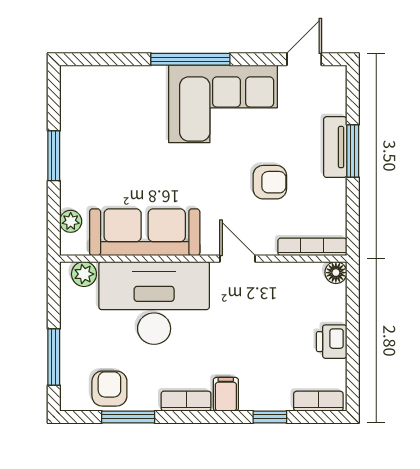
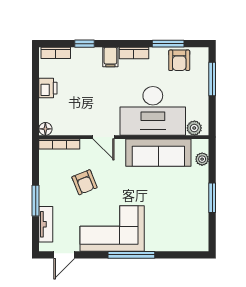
tv unit: (335, 147) -> (46, 224), moved
armchair: (270, 182) -> (84, 182), turned -112

